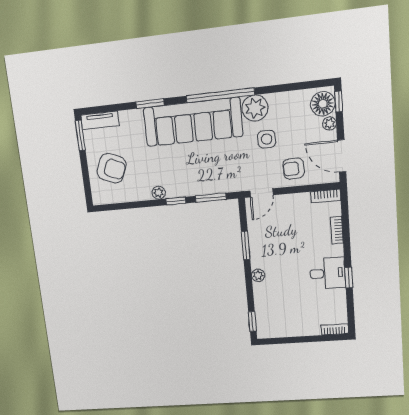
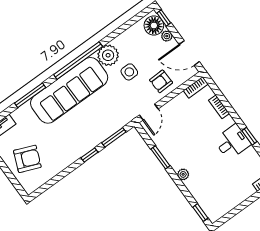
window: (150, 104) -> (30, 95), width x1.44
plant: (159, 193) -> (73, 156), removed

